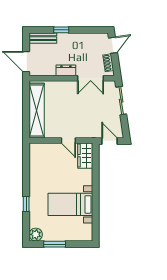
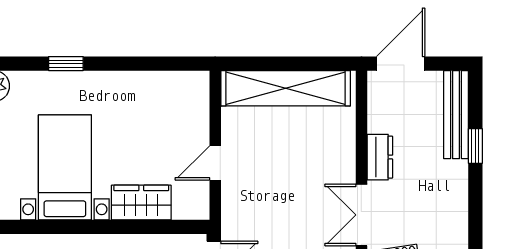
bench: (43, 38) -> (456, 115), width x1.36
wardrobe: (85, 156) -> (141, 202), moved

